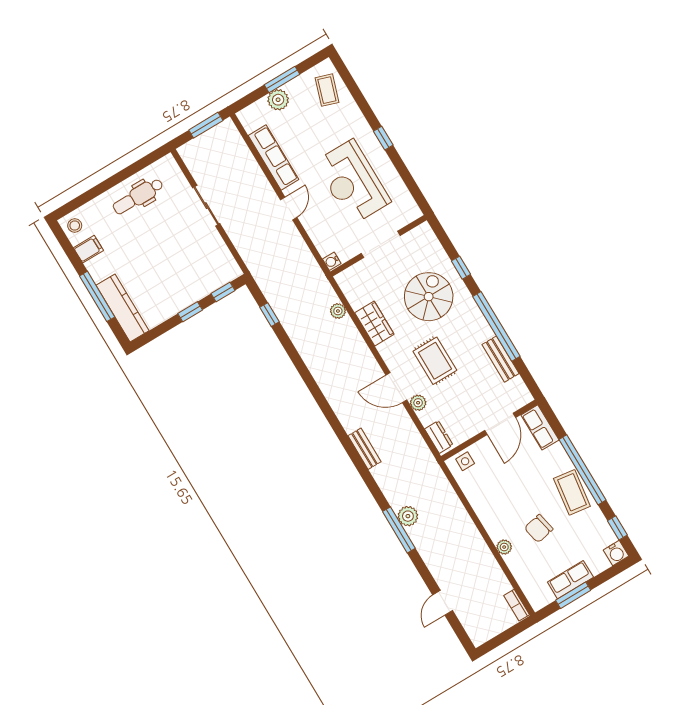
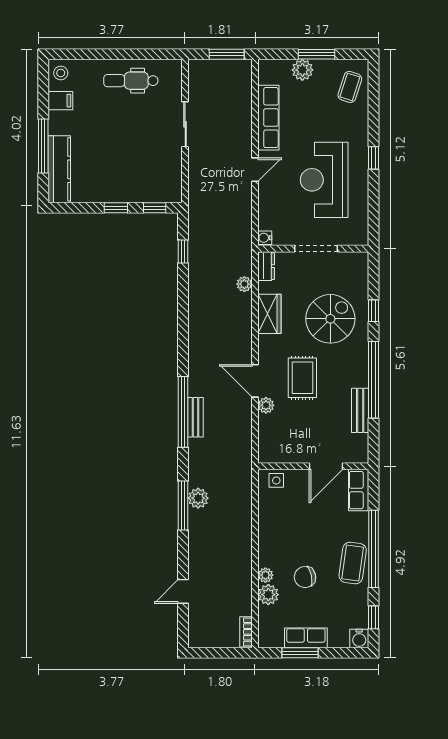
dresser: (439, 437) -> (266, 266), moved
window: (351, 451) -> (183, 412), added
plant: (517, 562) -> (268, 595), added

